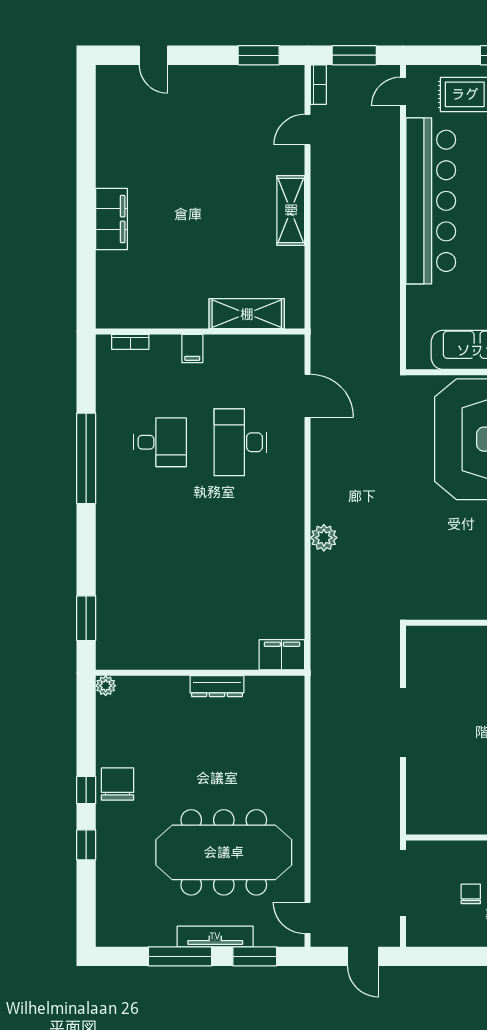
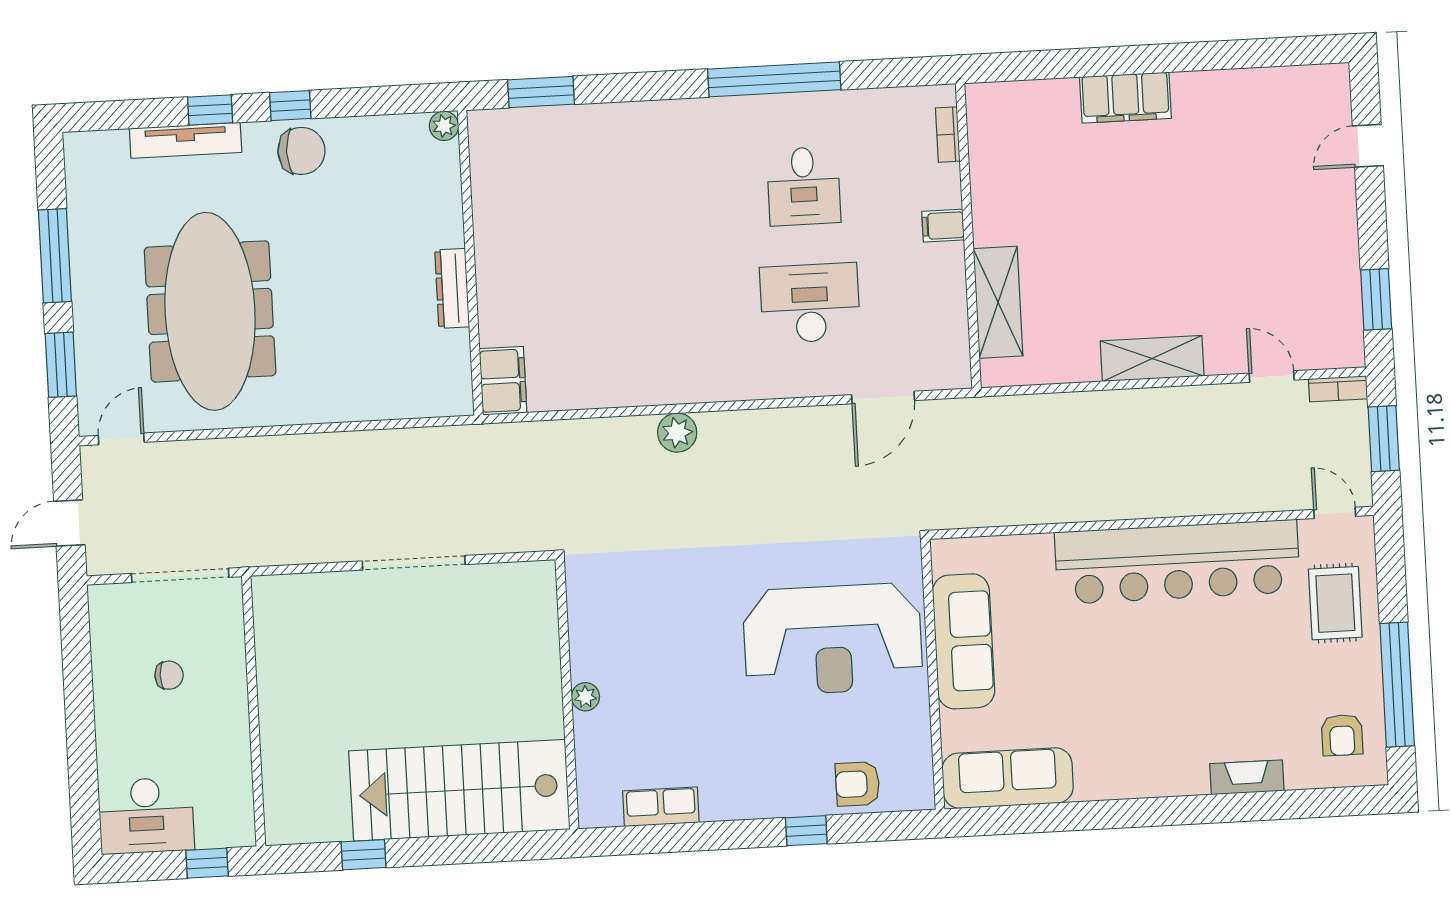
tv unit: (215, 936) -> (186, 140), moved, turned 90

